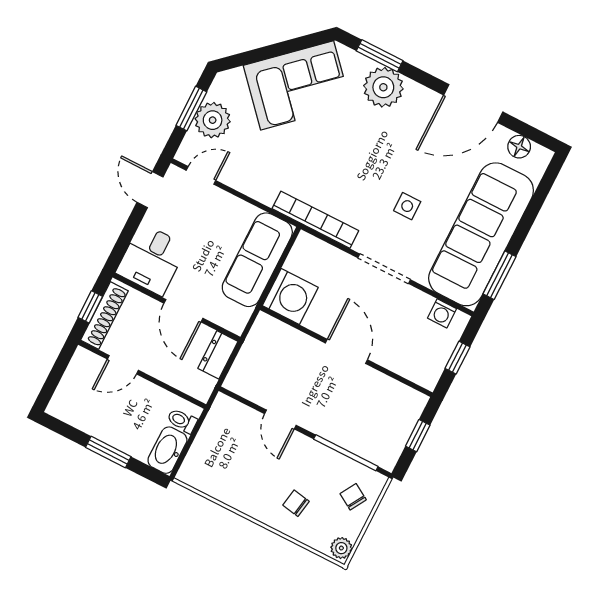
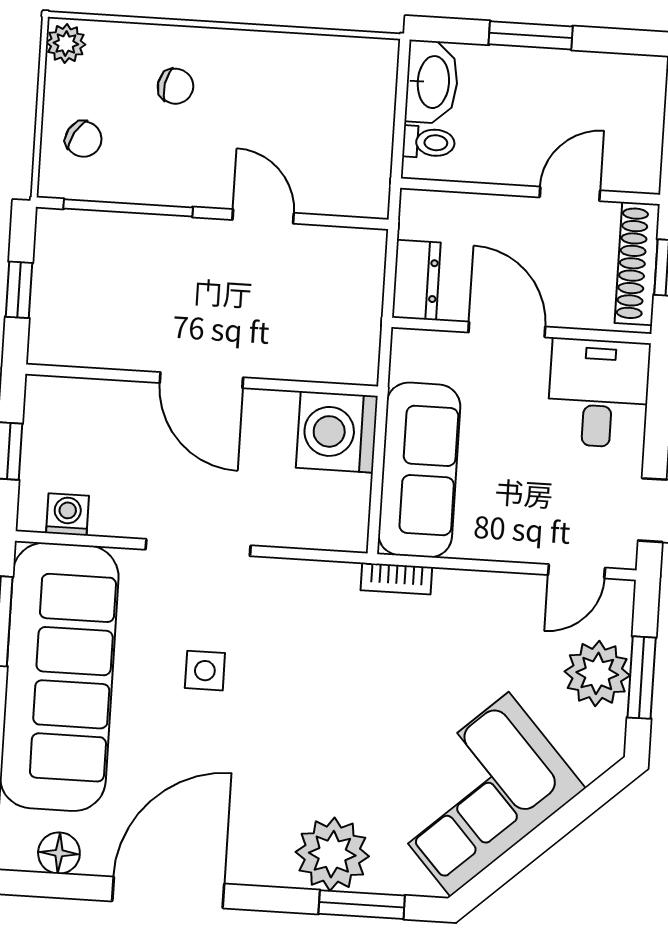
bookcase: (315, 220) -> (396, 579), width x0.43, depth x0.76

